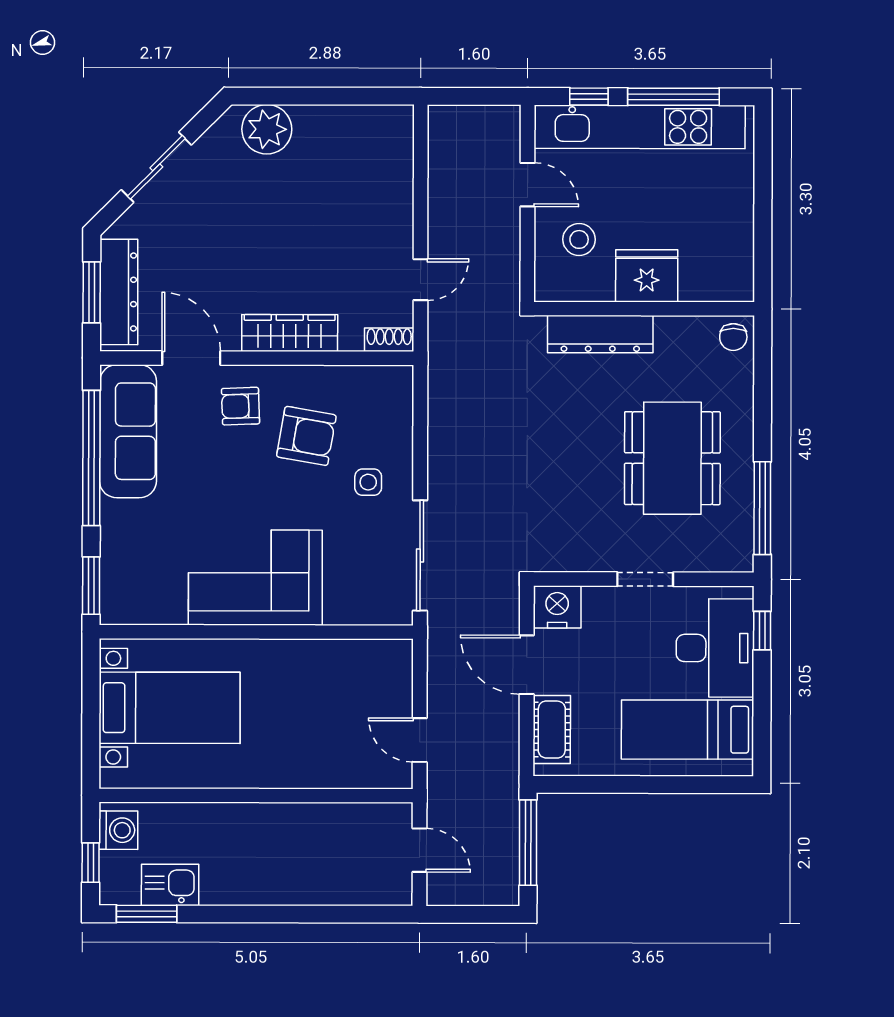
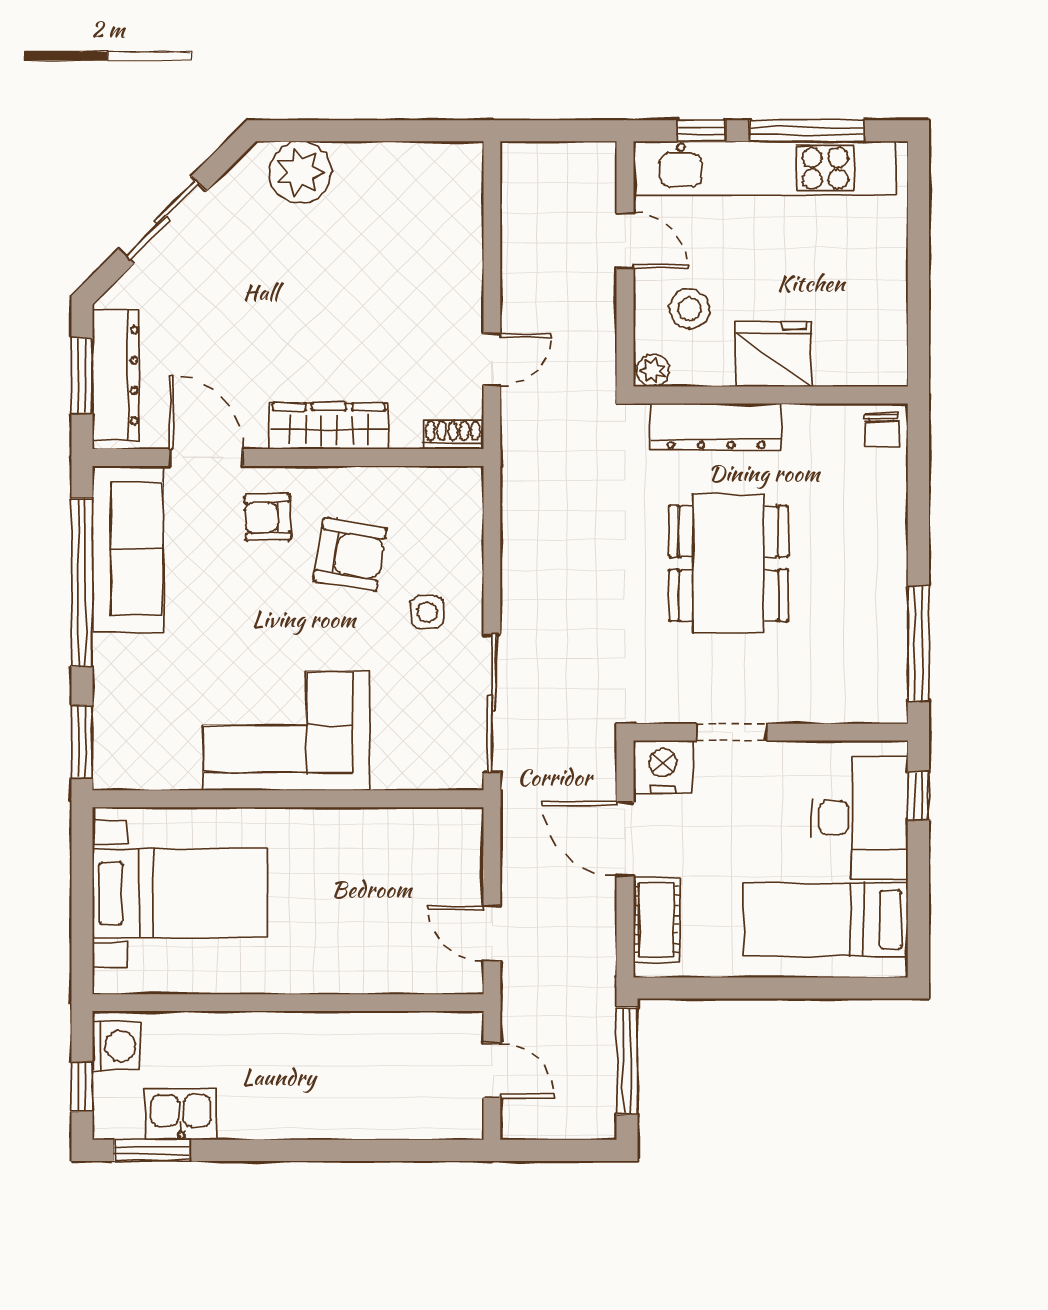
plant: (550, 289) -> (653, 371), added
dining table: (672, 458) -> (729, 563), moved
doorway: (645, 579) -> (731, 732), moved

